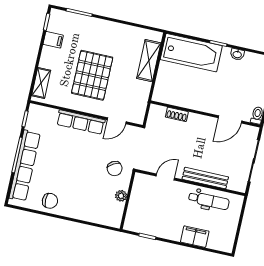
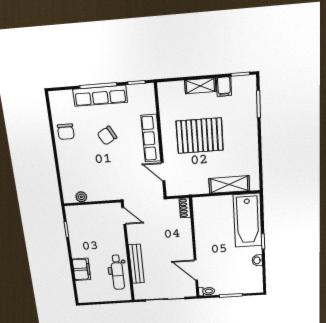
shelving: (41, 83) -> (200, 86), moved
shoe rack: (177, 114) -> (185, 208), moved
row of seats: (25, 166) -> (100, 96), width x0.73
chair: (115, 169) -> (107, 136), moved
door: (165, 177) -> (124, 216), moved
plant: (121, 196) -> (81, 197), moved

